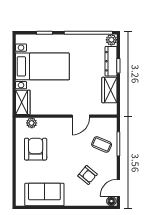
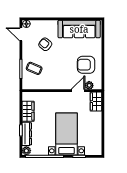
bed with nightstands: (42, 66) -> (67, 134), moved, turned 90
door: (81, 116) -> (78, 91), moved
armchair: (36, 149) -> (86, 65), turned 90
door: (118, 188) -> (21, 34), swing flipped
sofa: (44, 194) -> (79, 29), width x1.36

